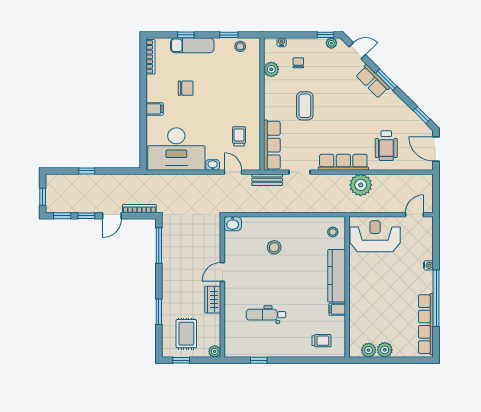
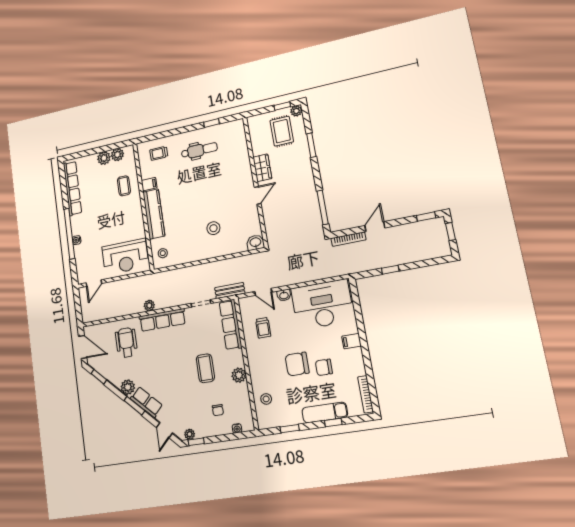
stool: (240, 46) -> (266, 399), moved
door: (357, 51) -> (164, 430), hinge flipped
plant: (271, 69) -> (239, 375), moved
chair: (211, 95) -> (297, 364), added
plant: (391, 99) -> (128, 387), added
window: (87, 171) -> (390, 270), moved
plant: (361, 185) -> (149, 305), width x0.53, depth x0.53
window: (86, 216) -> (401, 222), removed
window: (436, 298) -> (69, 234), moved
coffee table: (366, 314) -> (124, 186), added
dental chair: (266, 315) -> (199, 150), moved
plant: (215, 351) -> (296, 111), moved

